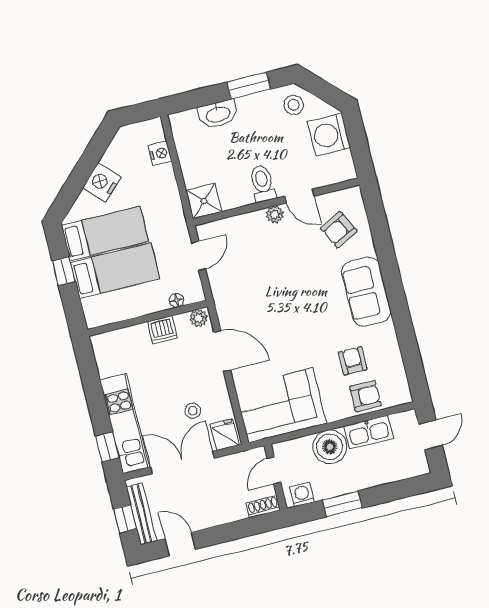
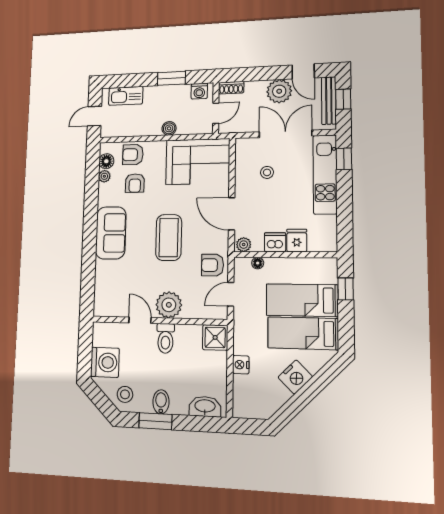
bidet: (248, 109) -> (161, 402), added
washbasin: (218, 114) -> (205, 406), moved
nightstand: (160, 153) -> (241, 365), moved
plant: (275, 215) -> (169, 305), width x1.88, depth x1.88
armchair: (339, 230) -> (213, 265), moved, turned -153
window: (64, 271) -> (346, 289), moved
coffee table: (291, 304) -> (169, 237), added
plant: (395, 360) -> (104, 176), added
floor lamp: (398, 380) -> (106, 161), added
kitchen sink: (369, 432) -> (126, 96), moved, turned 180
fridge: (225, 435) -> (297, 240), moved, turned 180
boiler: (330, 447) -> (169, 128), width x0.54, depth x0.54
double door: (183, 462) -> (285, 134), swing flipped
plant: (203, 514) -> (279, 91), added

